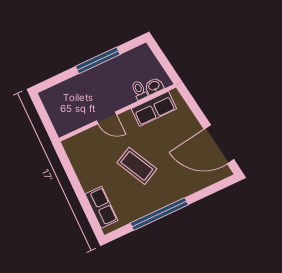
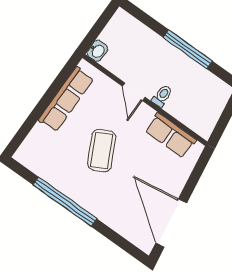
washbasin: (154, 86) -> (97, 51), moved, turned 90
toilet: (139, 90) -> (162, 96), moved
row of seats: (101, 207) -> (66, 99), moved, width x1.48

